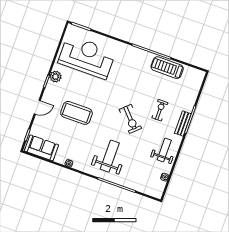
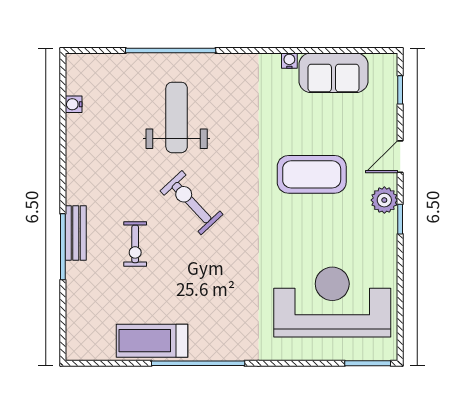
reception desk: (87, 57) -> (332, 302), turned 180
treadmill: (167, 68) -> (152, 341), turned 180
plant: (55, 77) -> (384, 200), moved
sofa: (41, 148) -> (333, 73), moved
weight bench: (164, 150) -> (95, 162), removed
weight bench: (110, 156) -> (177, 117), moved, turned 180

